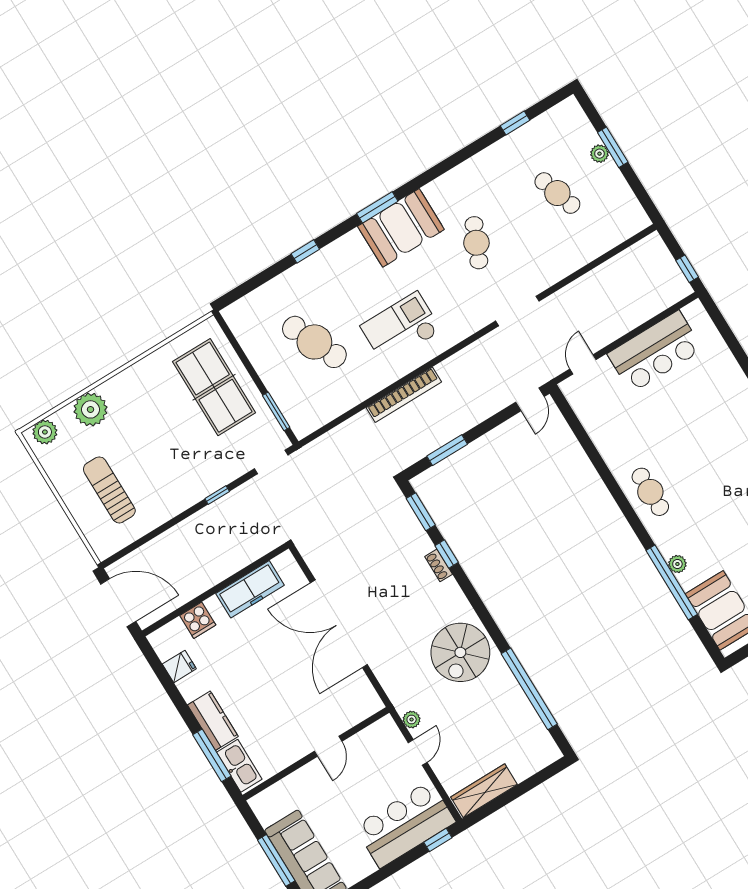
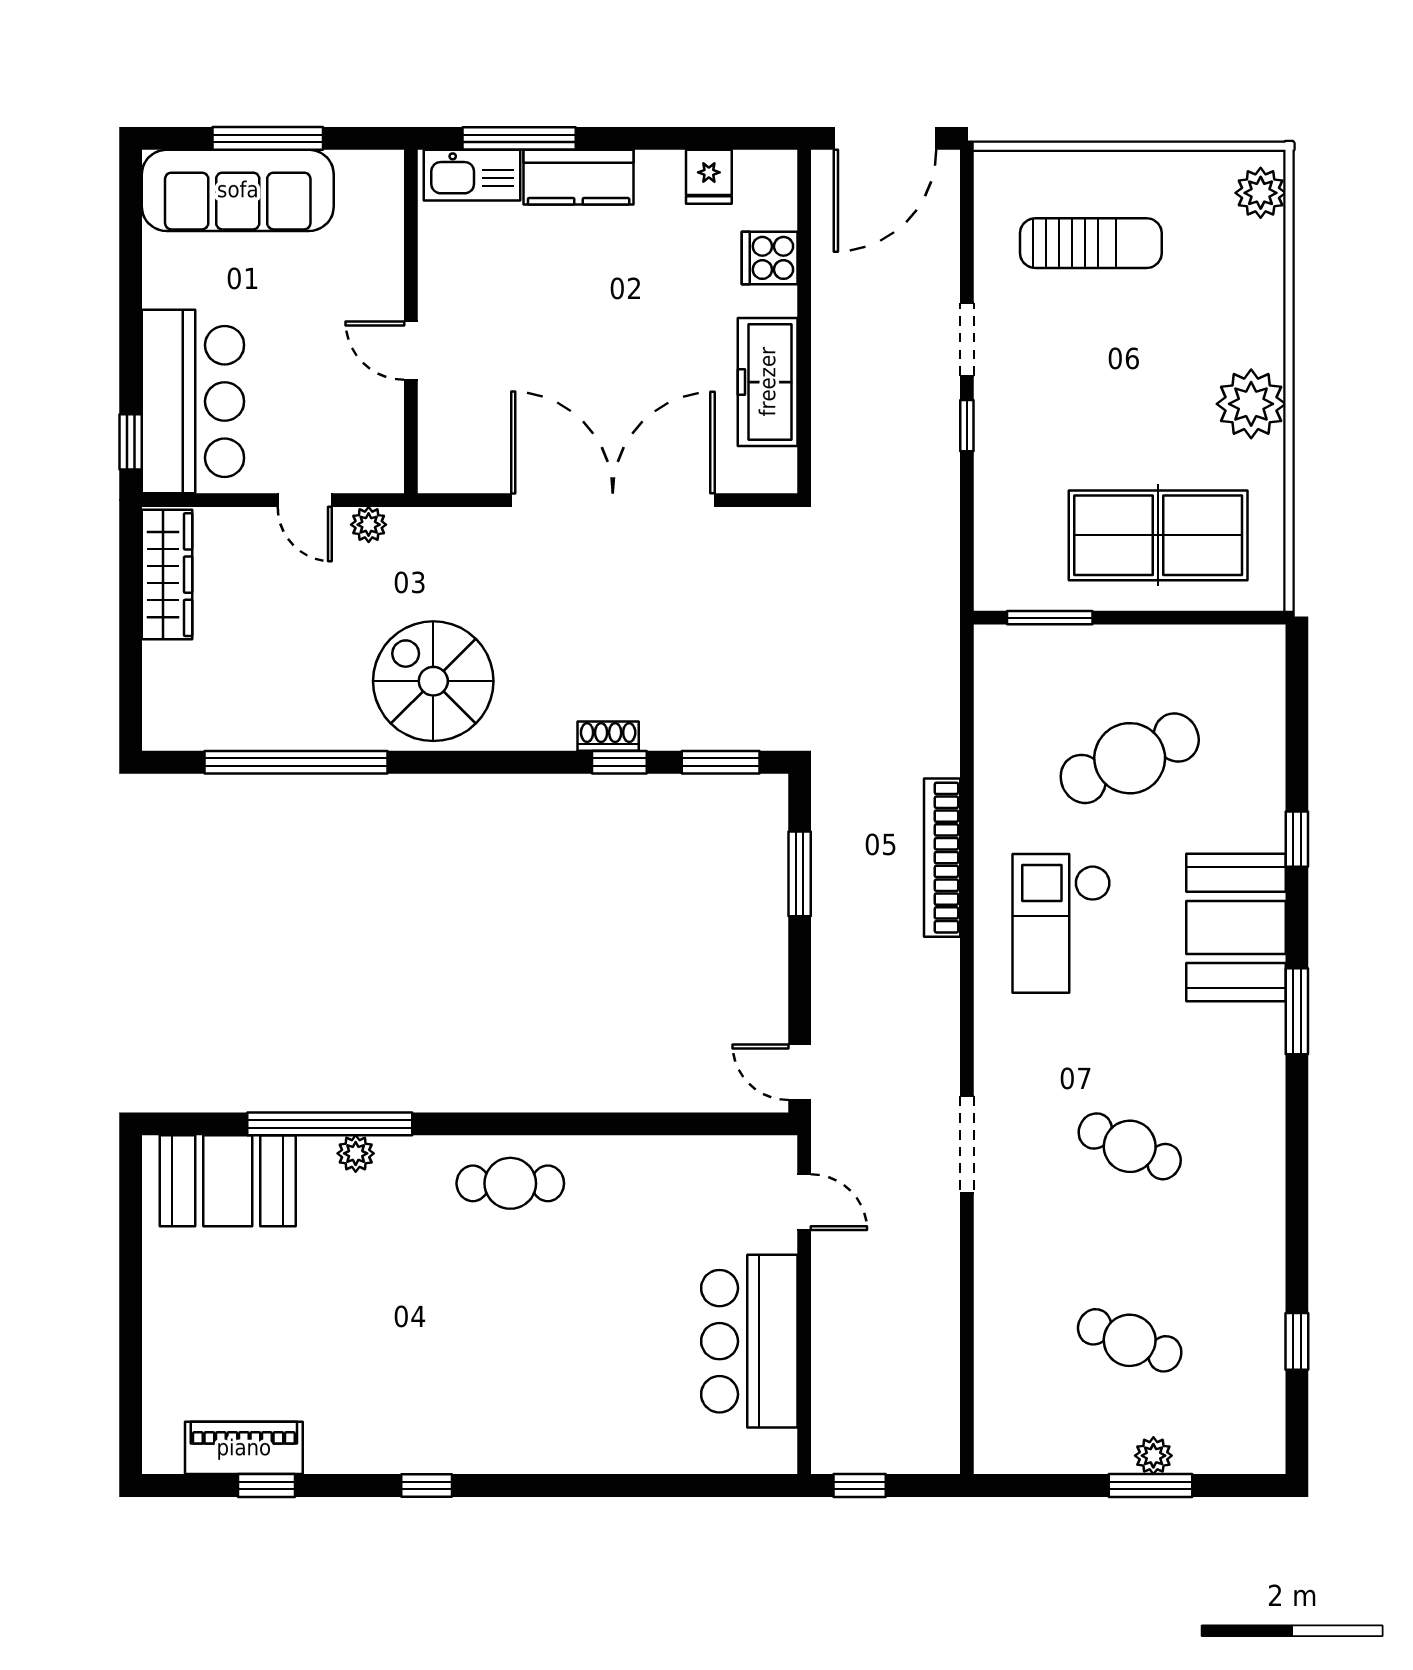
cafe table: (557, 193) -> (1130, 1340), turned 39
booth: (401, 228) -> (1236, 927), moved
checkout: (401, 328) -> (1061, 923), turned 180
plant: (90, 409) -> (1251, 404), moved
doorway: (271, 462) -> (967, 340), moved

